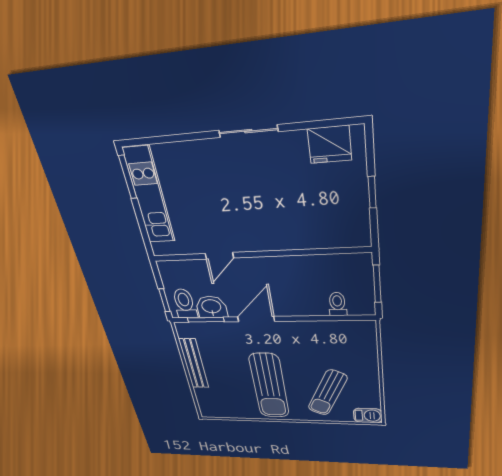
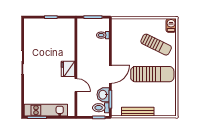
fridge: (330, 144) -> (68, 69), moved, turned 180
door: (256, 319) -> (110, 74), swing flipped

